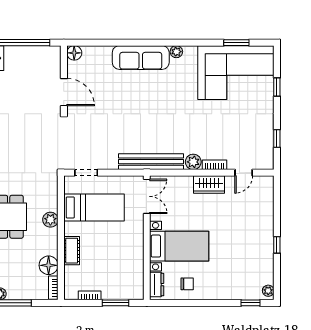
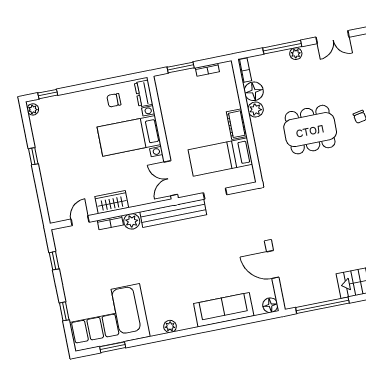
sofa: (141, 58) -> (224, 310), moved
doorway: (86, 173) -> (215, 194), moved
plant: (50, 220) -> (255, 109), moved
cot: (72, 251) -> (237, 124), moved

